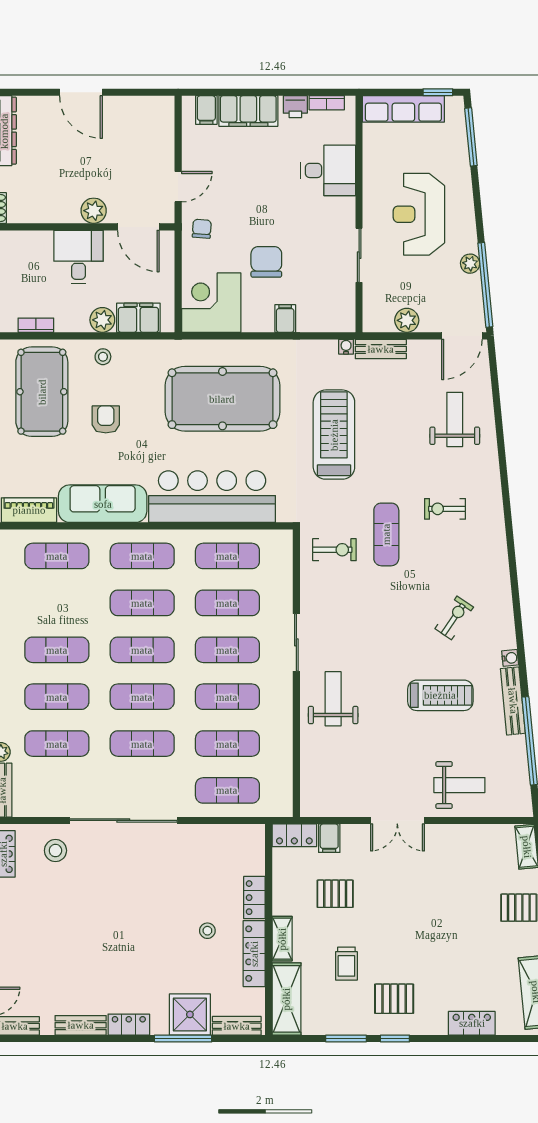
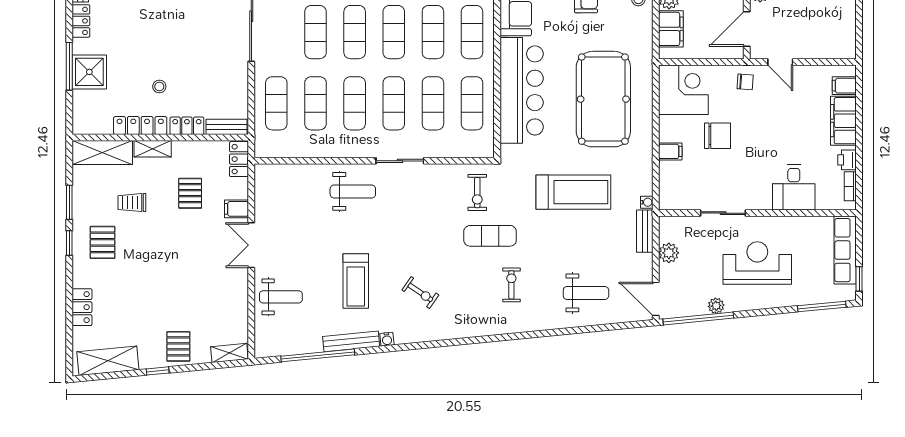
weight bench: (459, 785) -> (281, 297), turned -90
filing cabinet: (329, 838) -> (236, 209), moved
bench: (237, 1026) -> (226, 127), moved, turned 90

